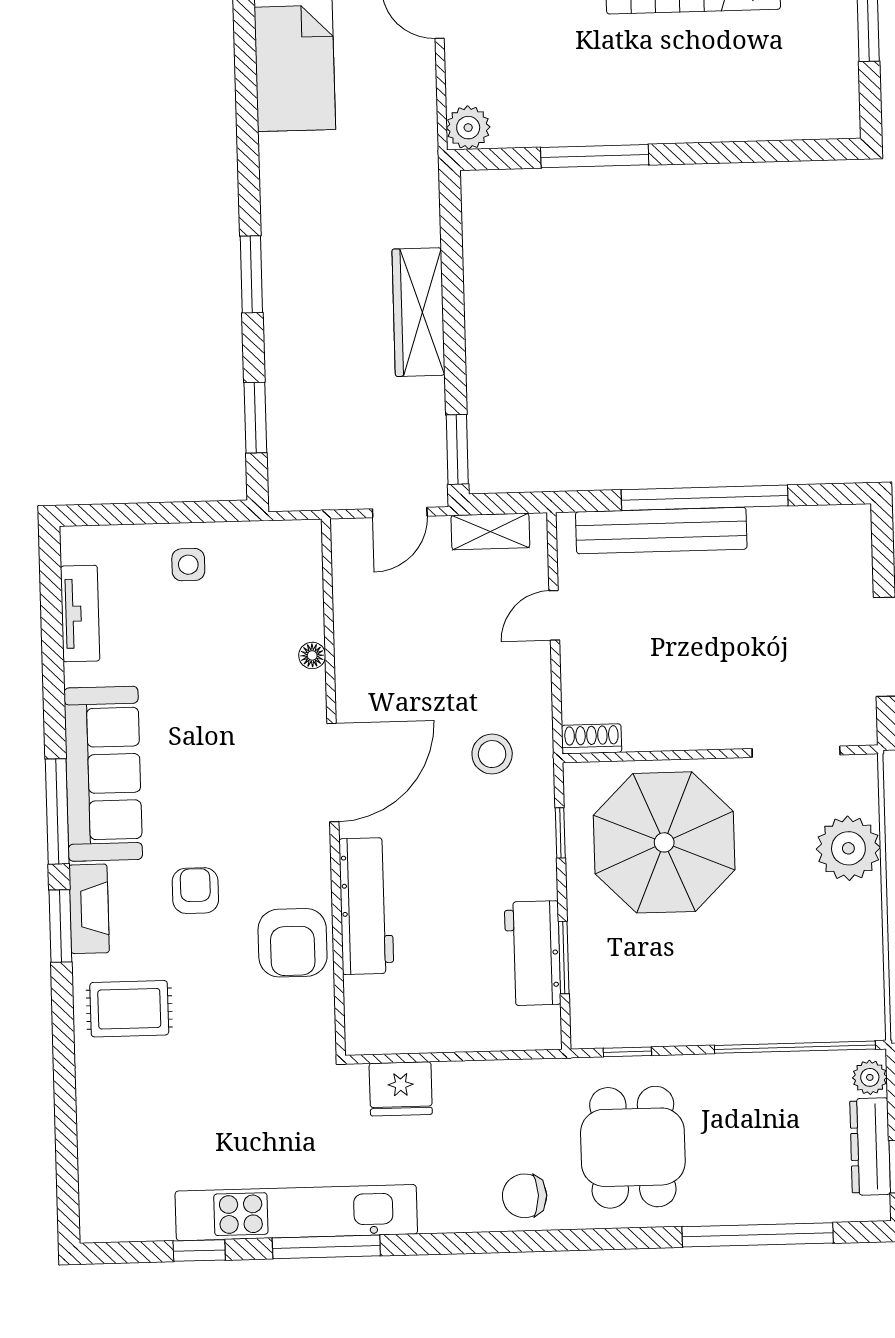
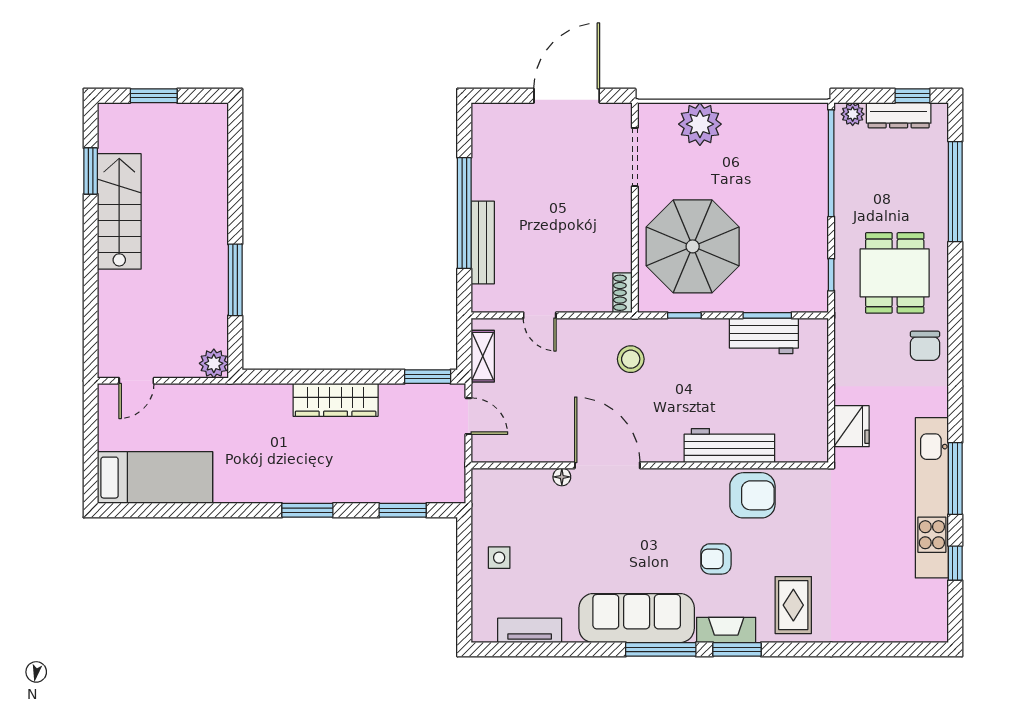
bench: (661, 530) -> (483, 243), width x0.73, depth x0.82
door: (333, 773) -> (607, 465), moved
dining table: (633, 1147) -> (895, 273), turned 90

